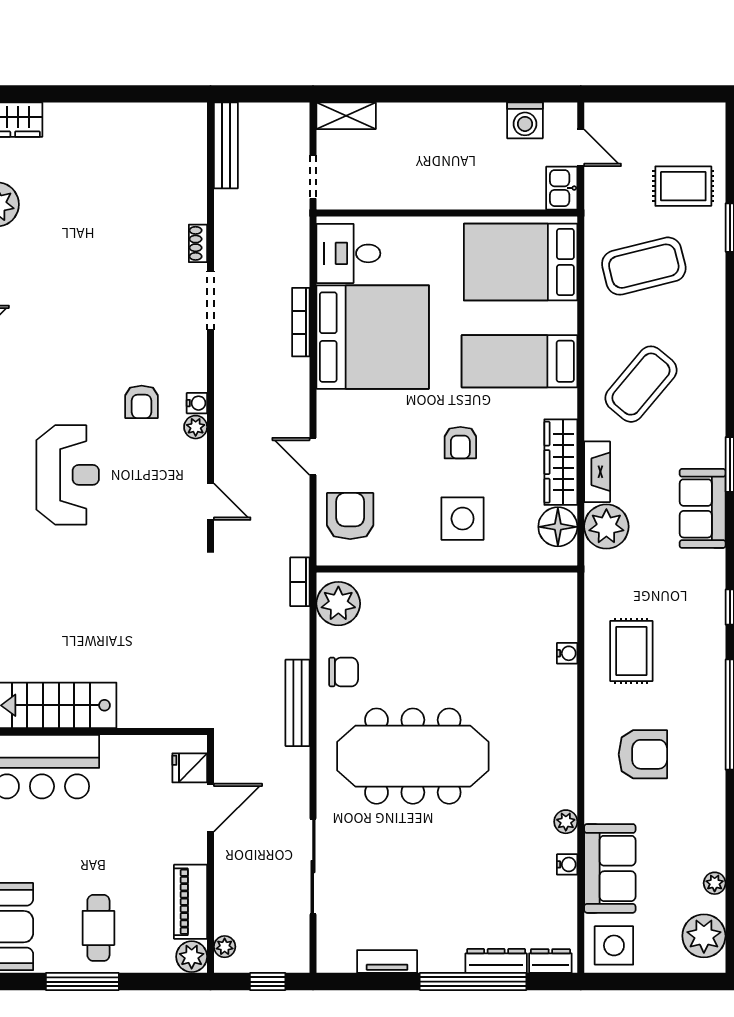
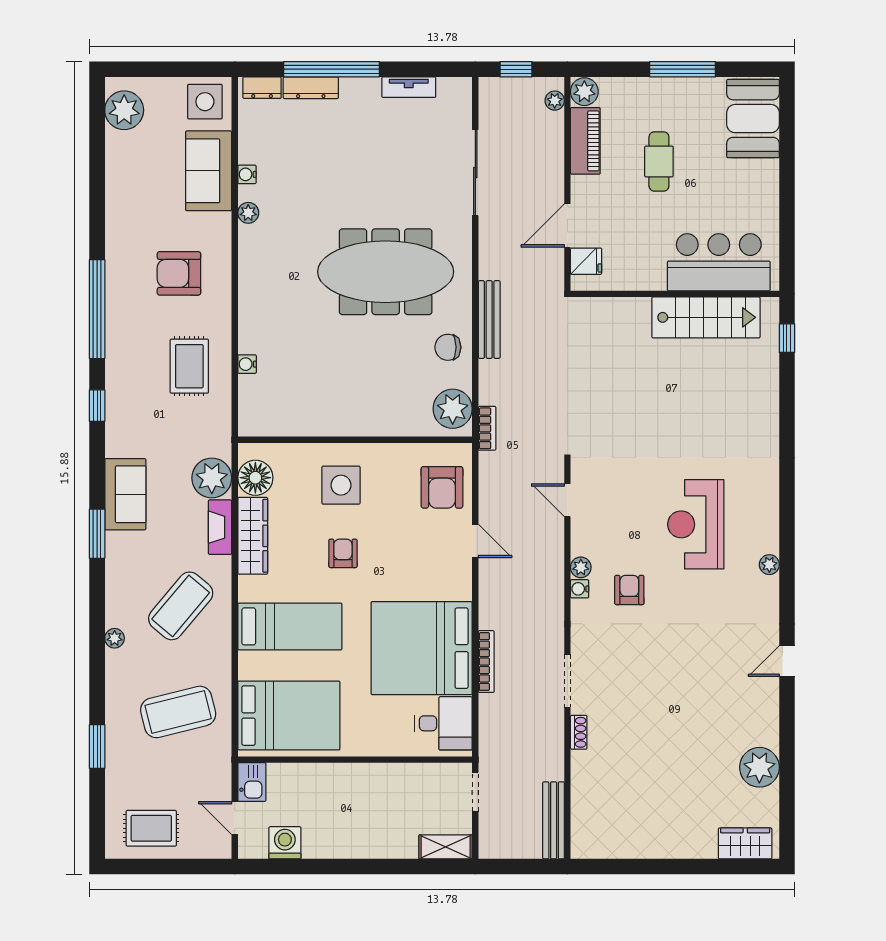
rug: (683, 186) -> (151, 828), moved
plant: (715, 883) -> (115, 638), moved
cafe table: (98, 928) -> (659, 161), moved

